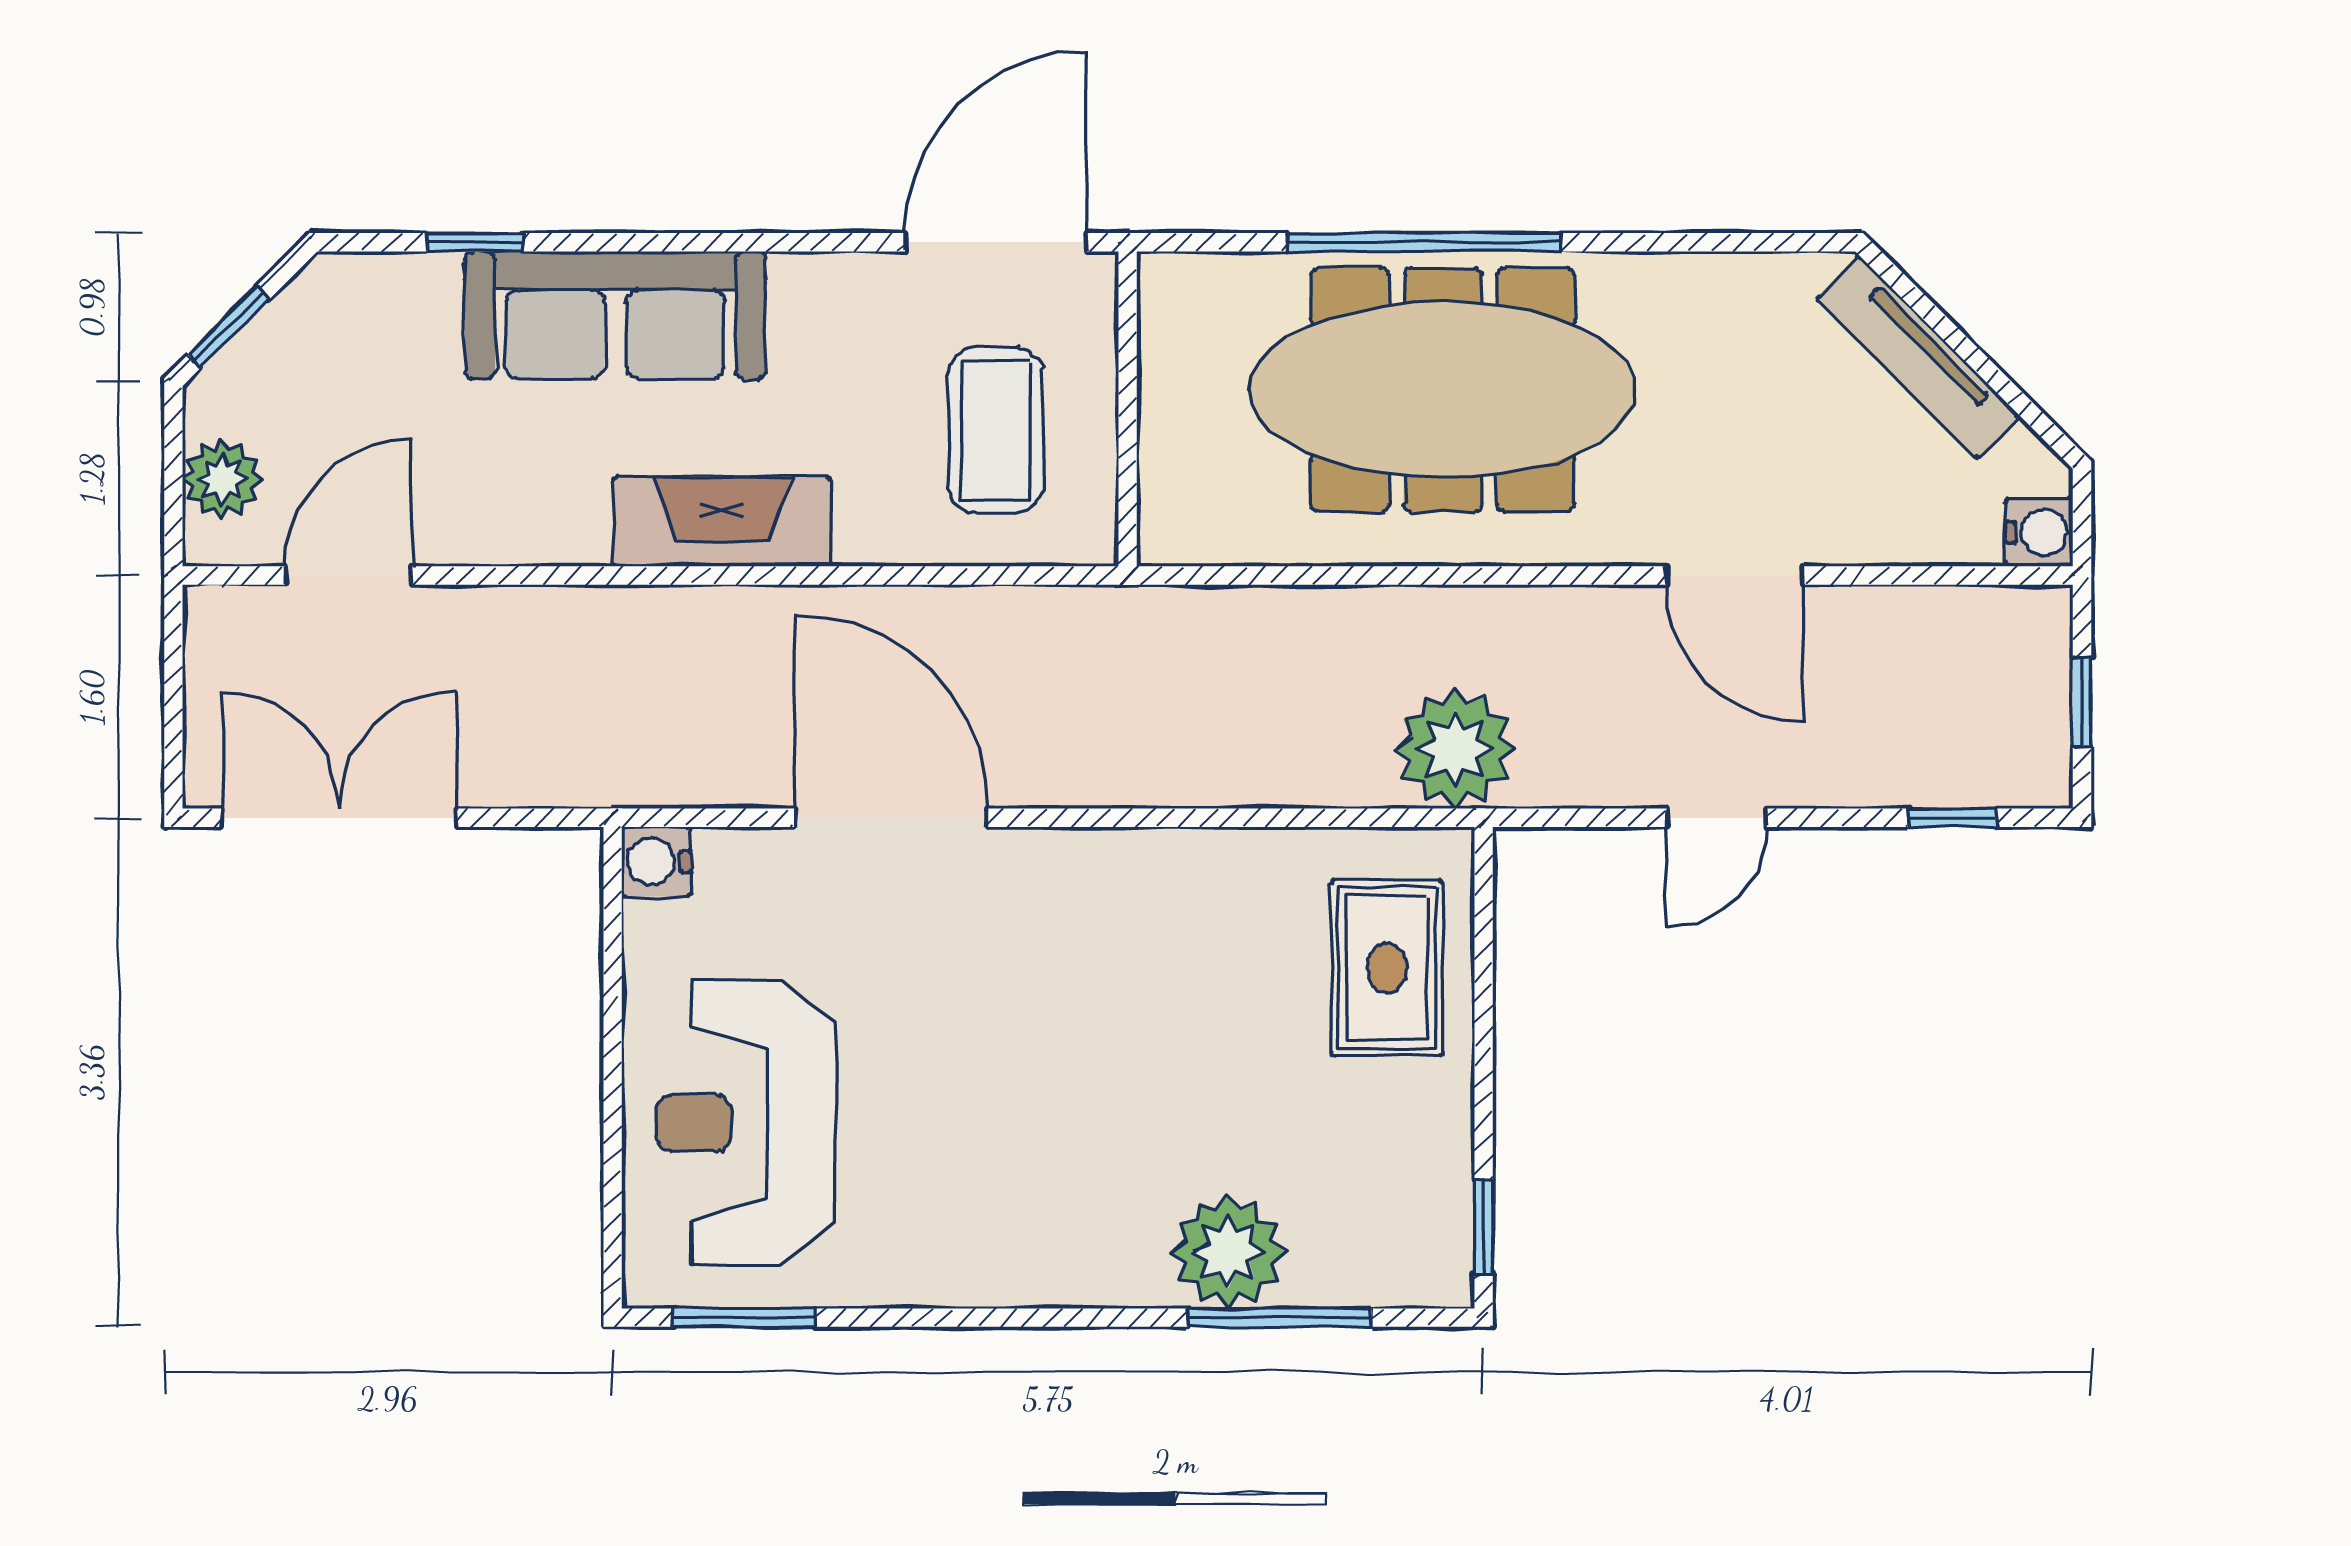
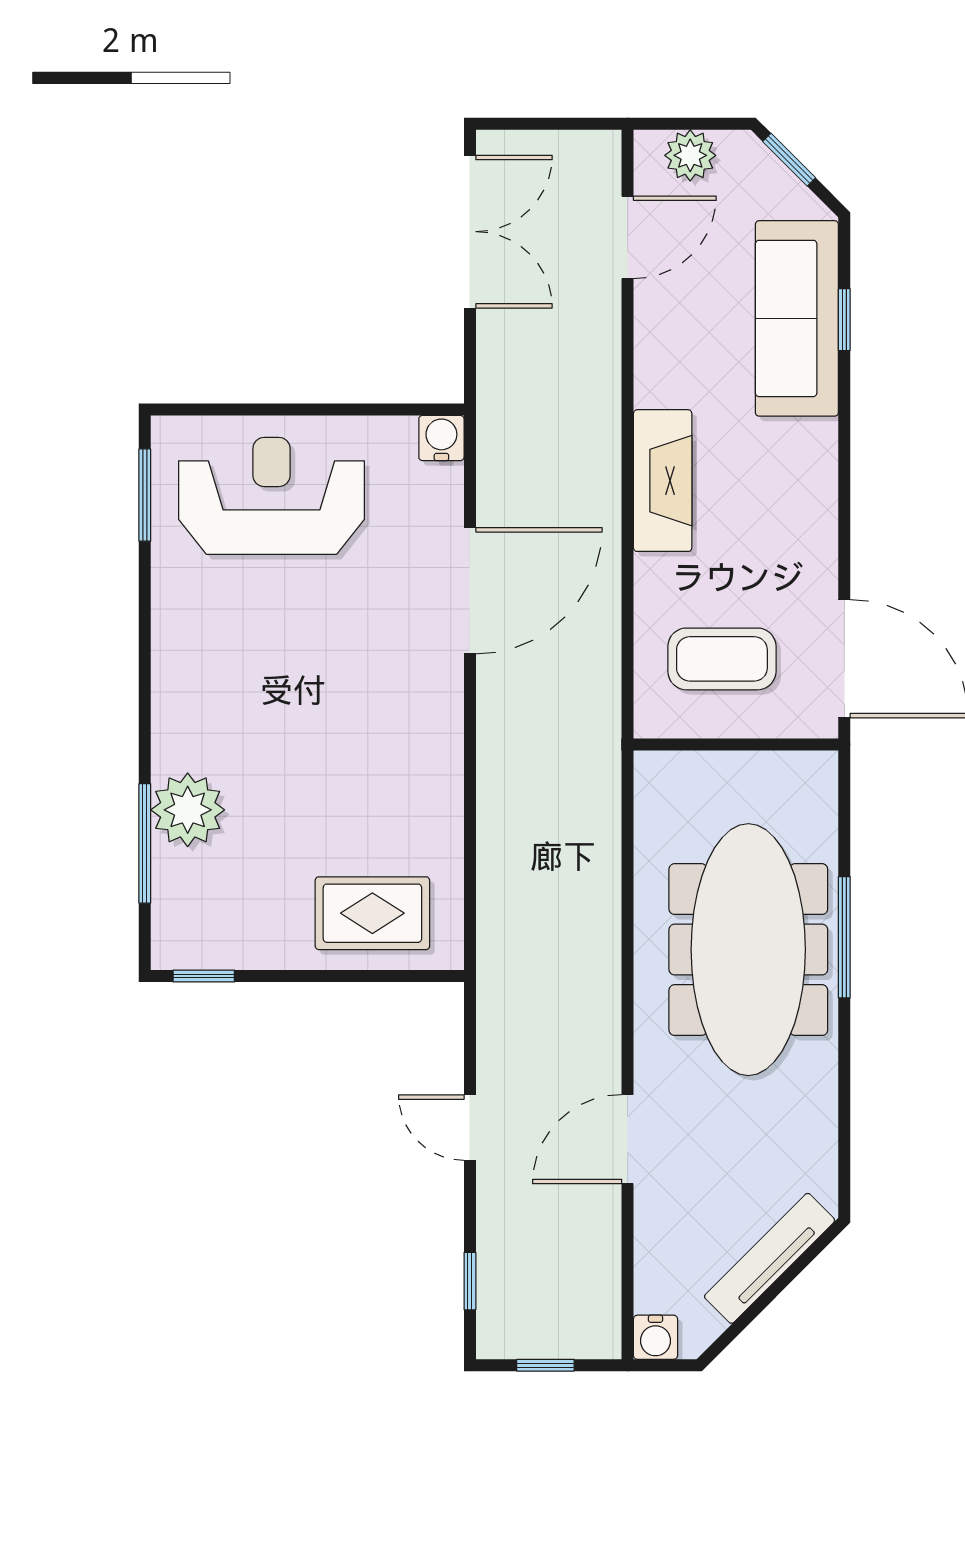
window: (1424, 242) -> (844, 937), width x0.68
sofa: (615, 315) -> (797, 318), moved
door: (348, 575) -> (628, 237), hinge flipped
plant: (1455, 749) -> (515, 958), removed

